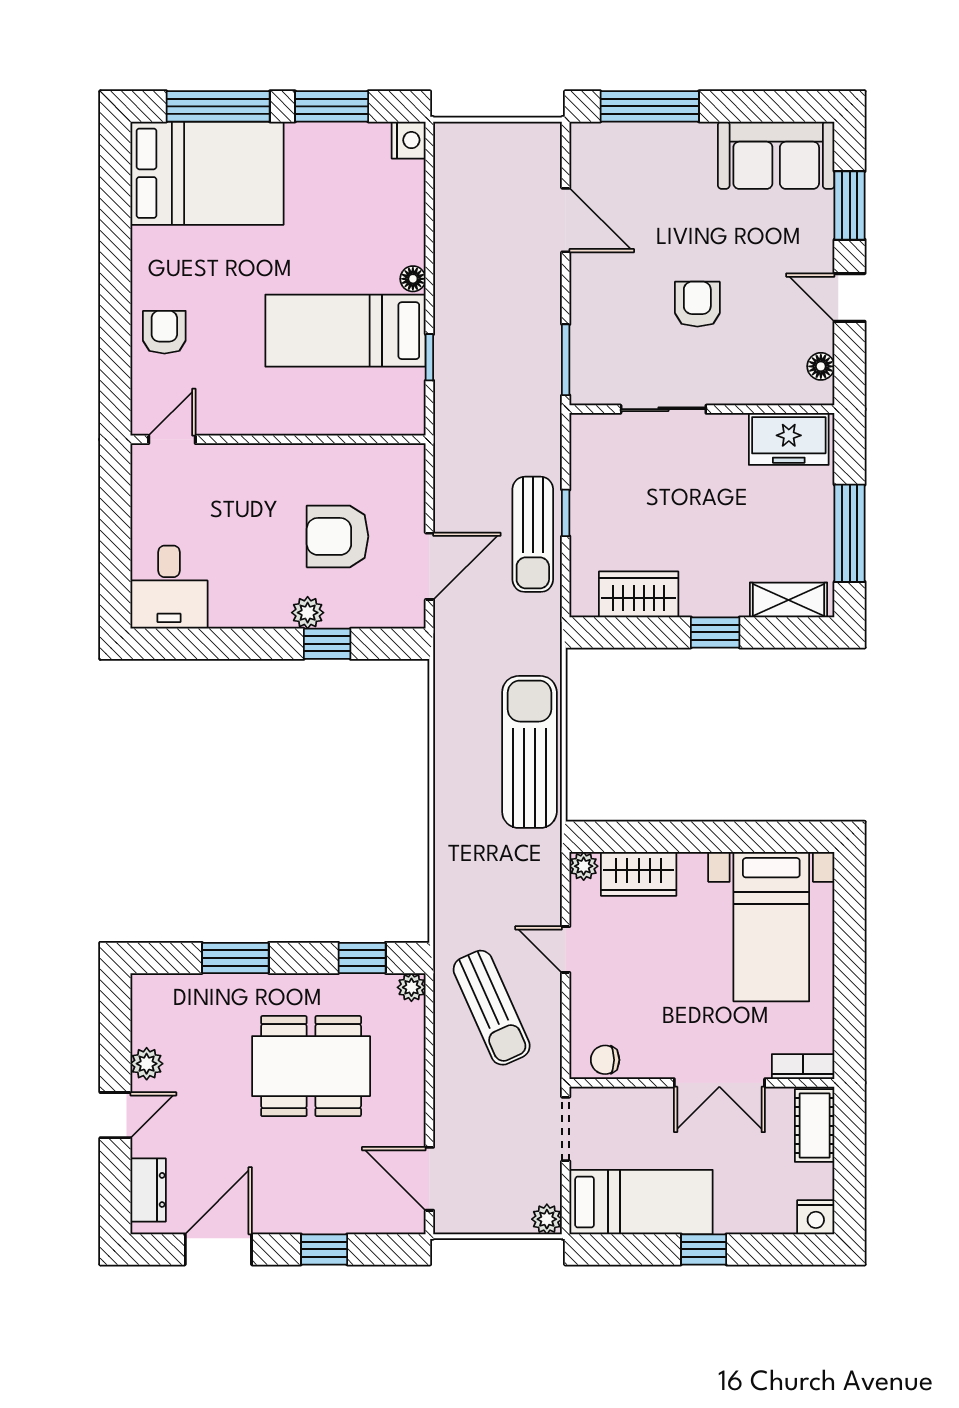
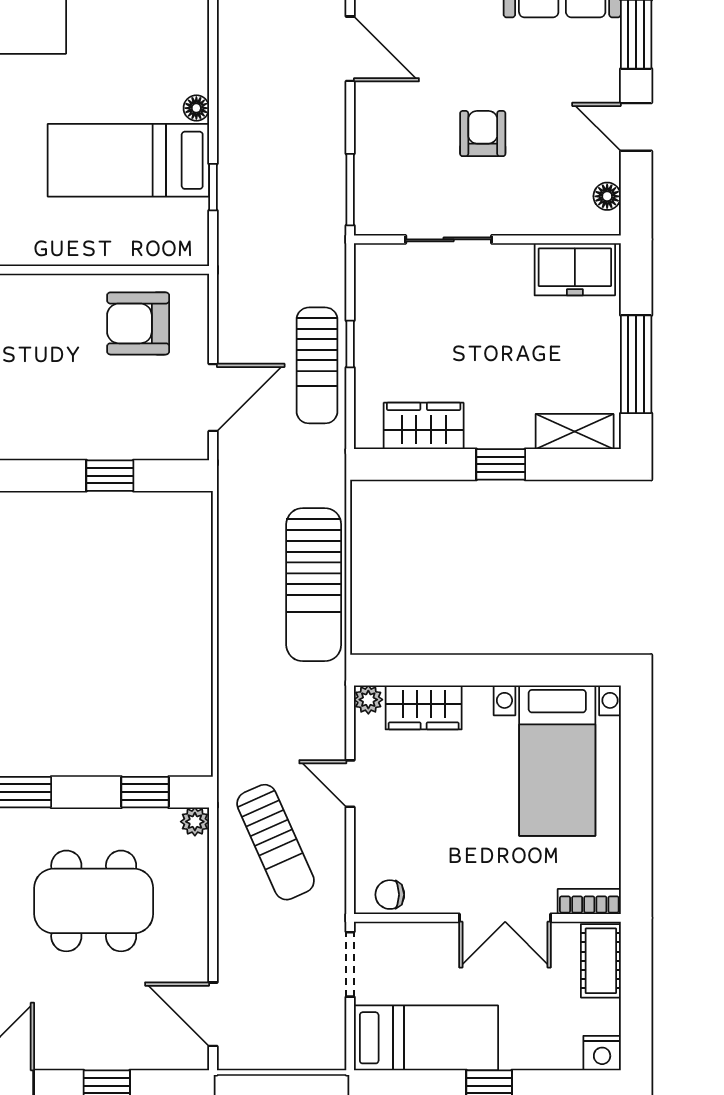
armchair: (338, 536) -> (138, 323), moved
plant: (308, 613) -> (90, 444), removed
sun lounger: (529, 752) -> (314, 585), turned 180
plant: (547, 1219) -> (331, 1055), removed

